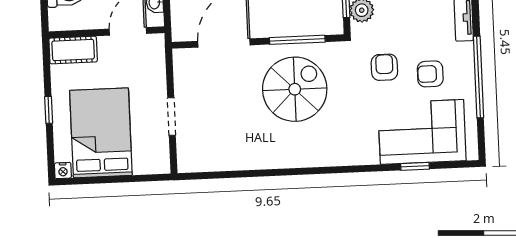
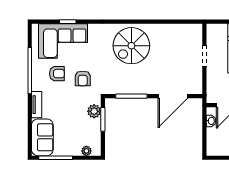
spiral stairs: (295, 89) -> (131, 46), moved

